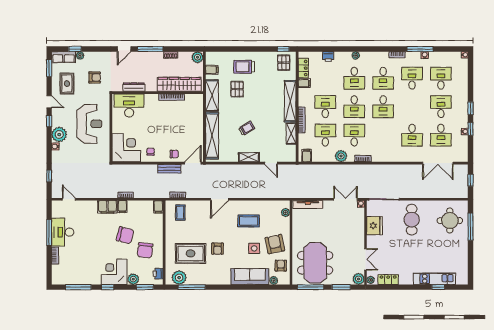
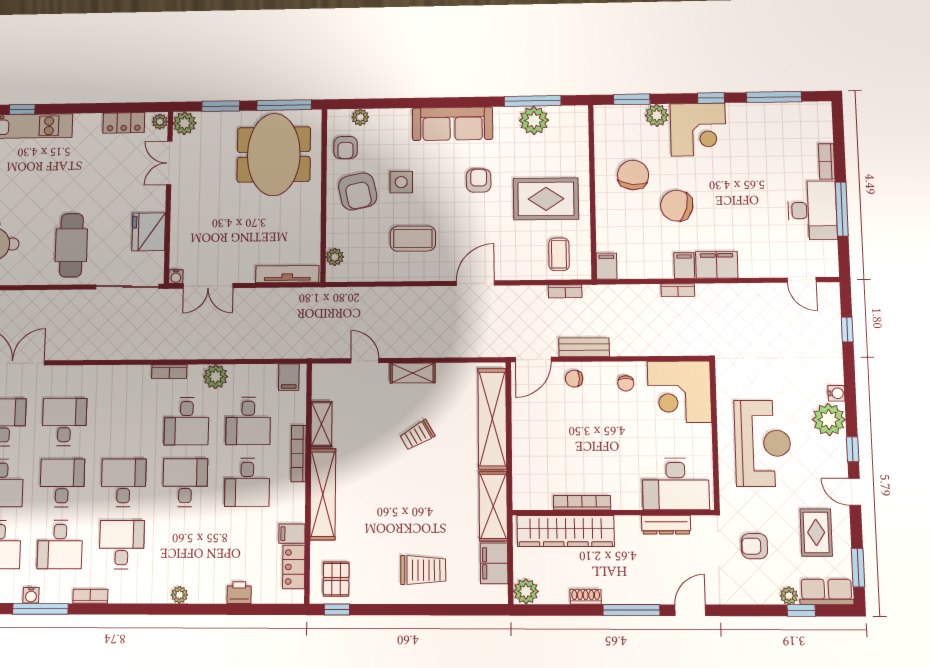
filing cabinet: (212, 70) -> (494, 563), width x2.00
desk: (354, 78) -> (62, 483), moved
pallet: (237, 89) -> (438, 520), removed
reception desk: (89, 124) -> (763, 443), turned 180
rug: (191, 253) -> (546, 199), moved
printer: (158, 274) -> (604, 127), removed
sofa: (250, 277) -> (453, 124), moved
plant: (179, 278) -> (534, 120), moved

